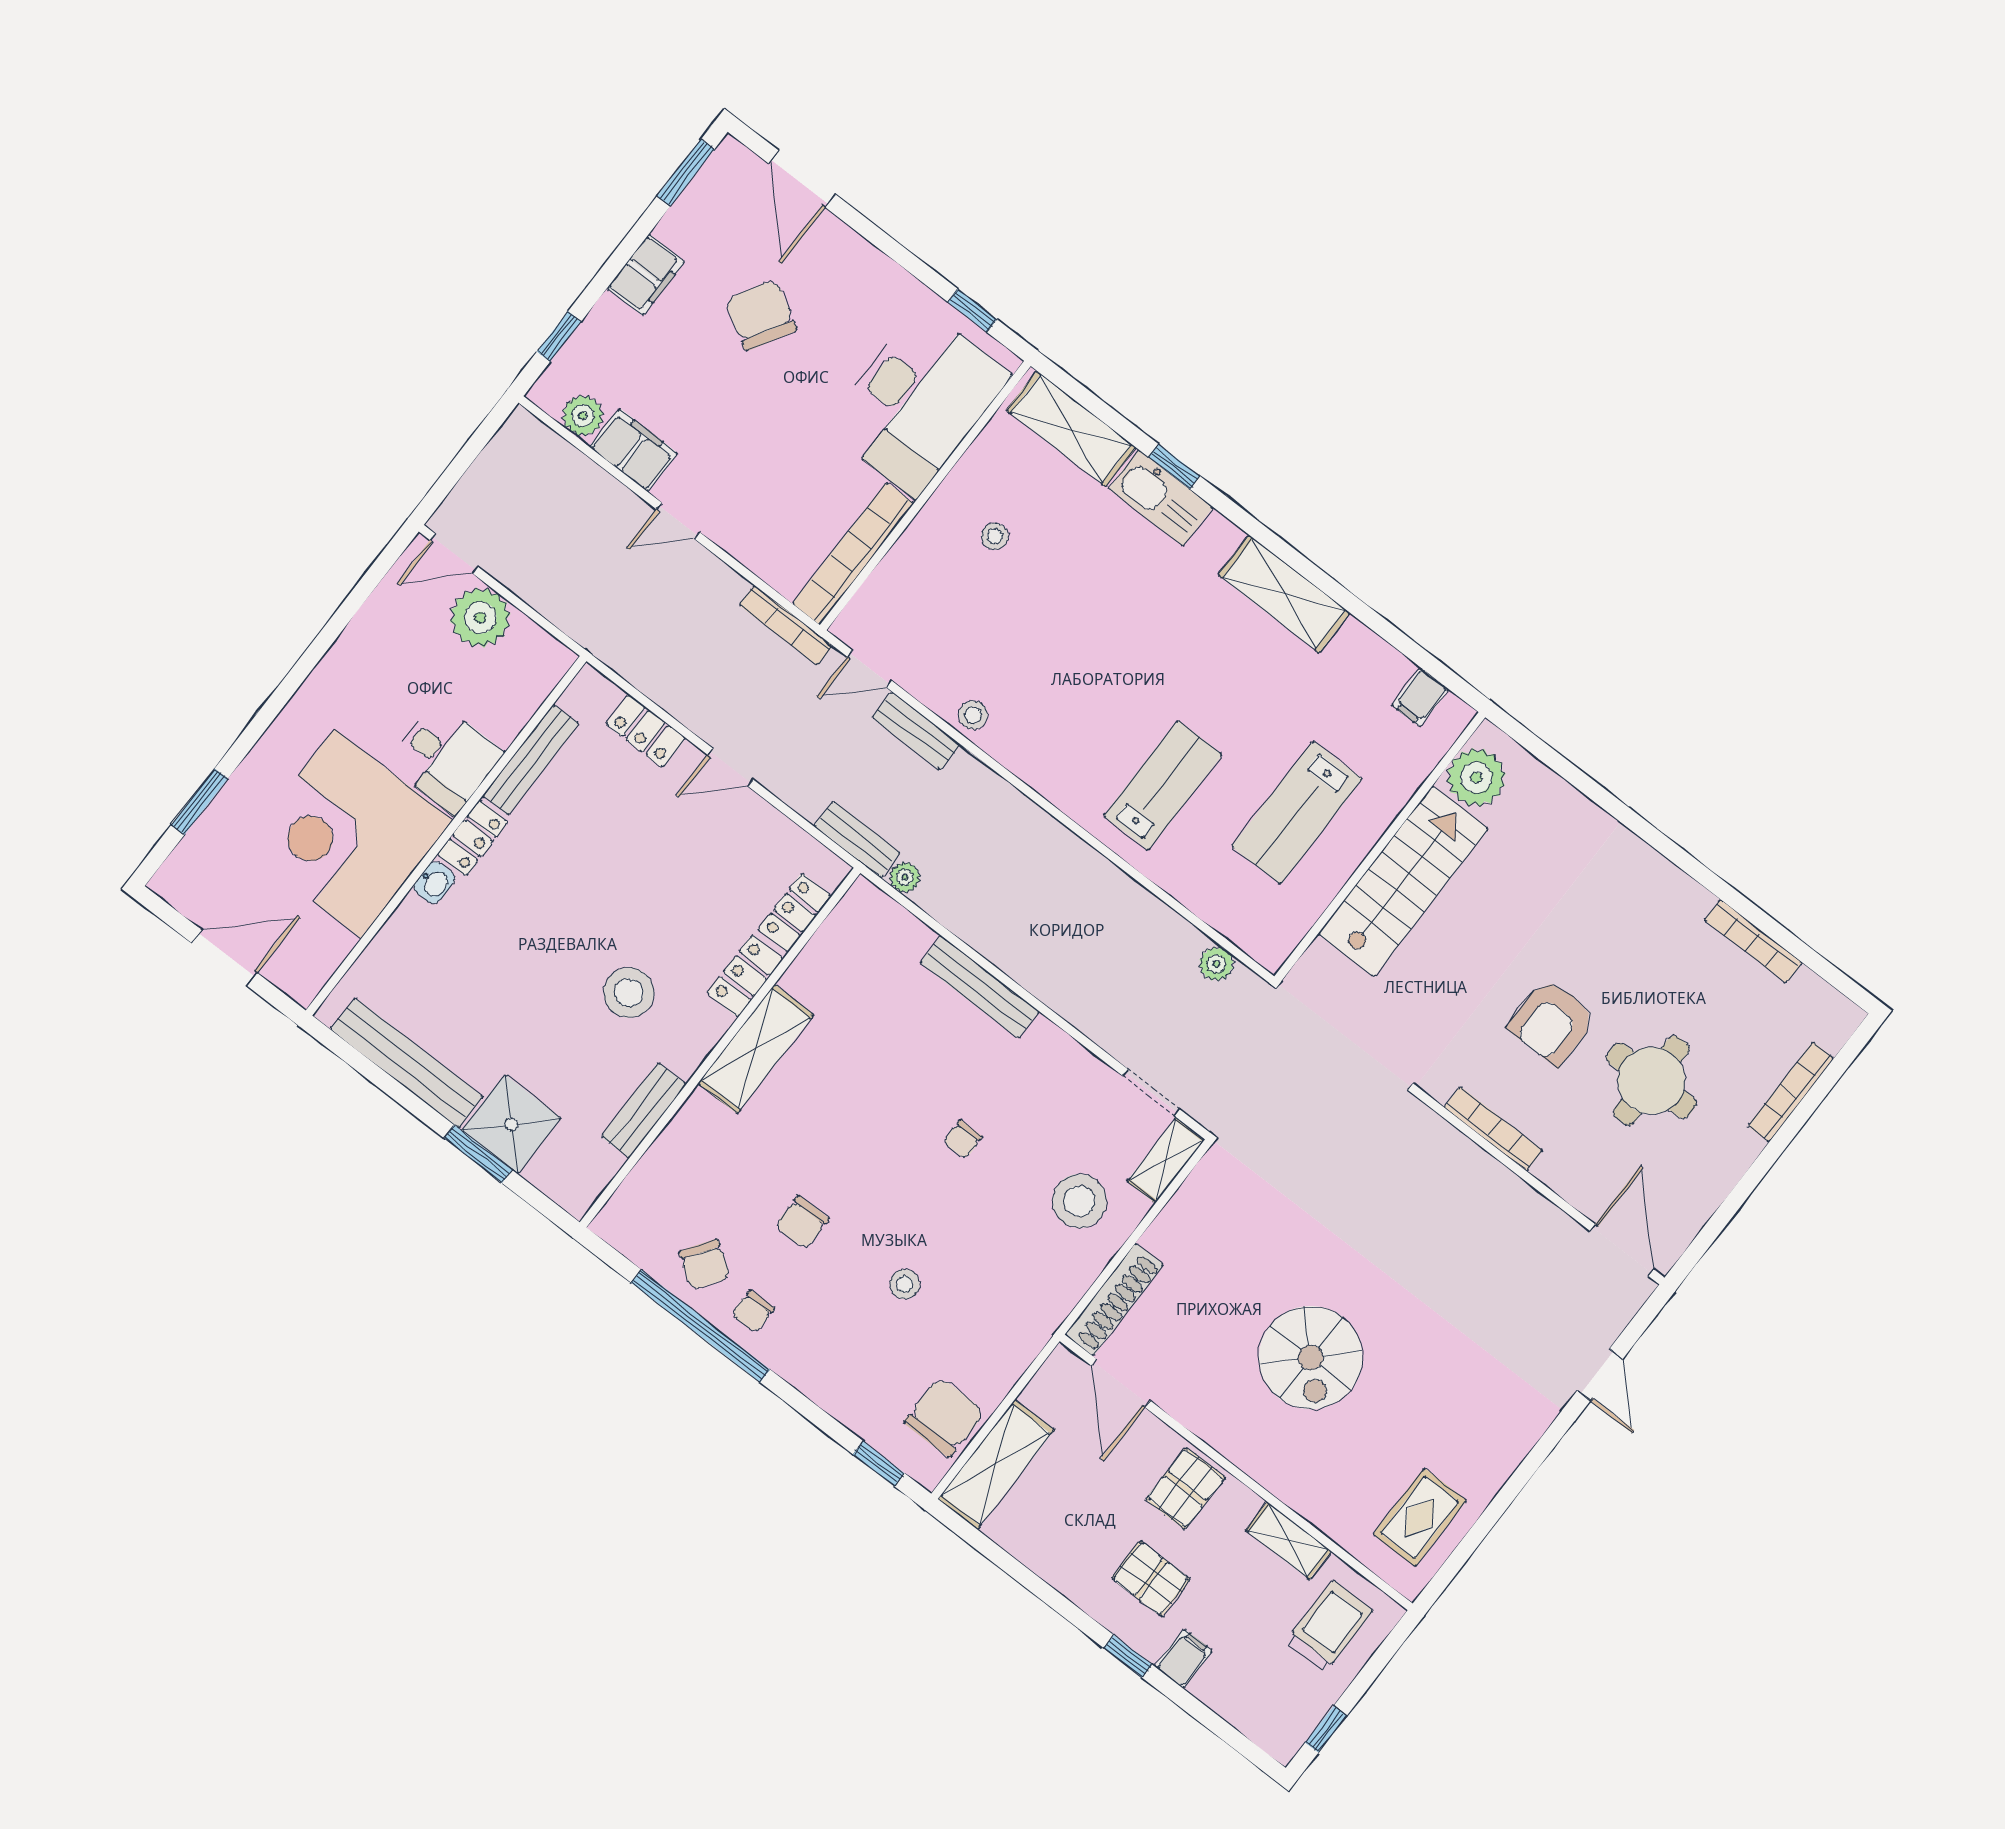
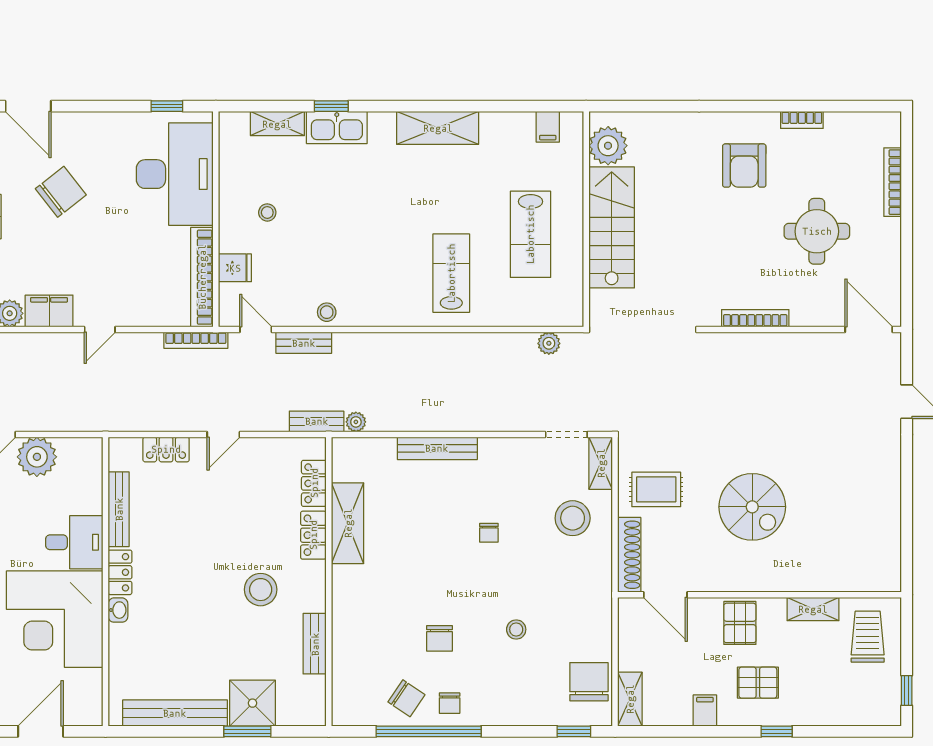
chair: (761, 315) -> (61, 192), turned 112
shelving: (1071, 429) -> (277, 124), width x0.67, depth x0.75
fridge: (903, 574) -> (235, 268), added
door: (870, 669) -> (256, 329), swing flipped
bookcase: (1753, 941) -> (802, 120), width x0.64
armchair: (1552, 1022) -> (744, 166), moved
shelving: (756, 1049) -> (348, 523), moved
shelving: (996, 1465) -> (630, 699), width x0.67, depth x0.75
rug: (1420, 1517) -> (656, 489), moved, turned 90
filing cabinet: (1184, 1659) -> (705, 711), moved

